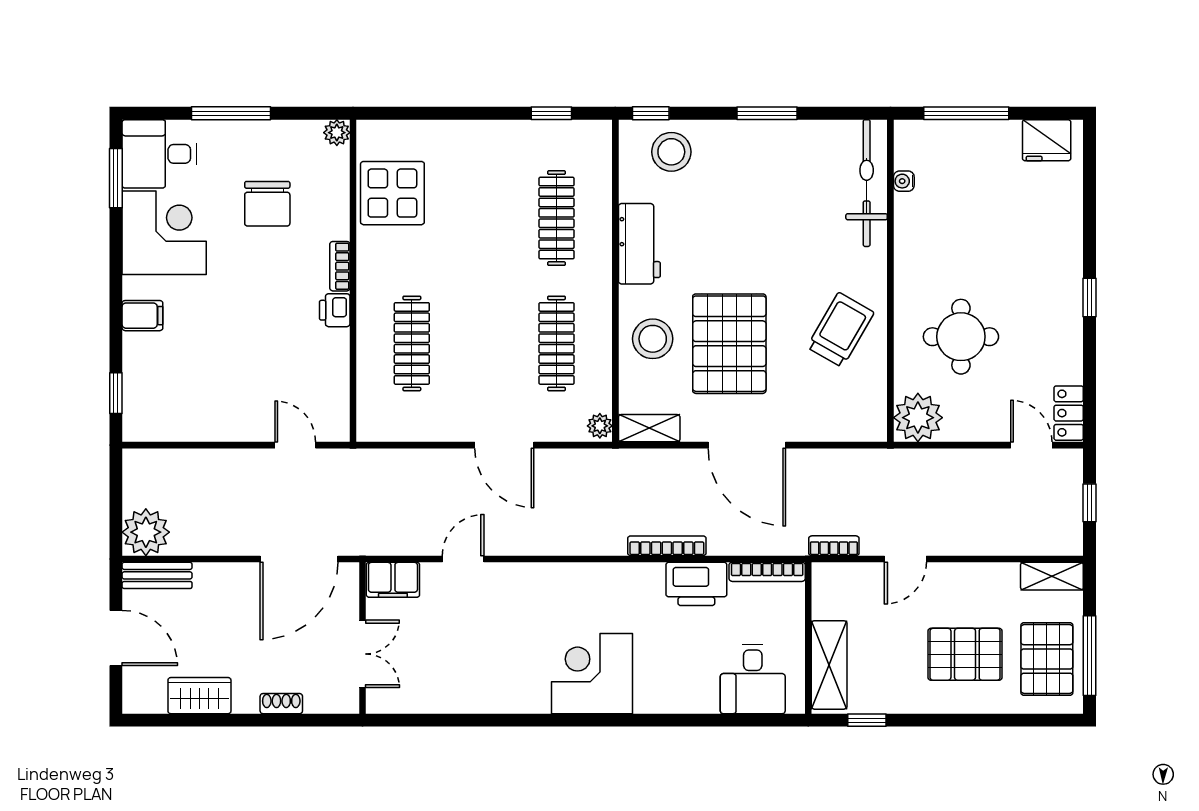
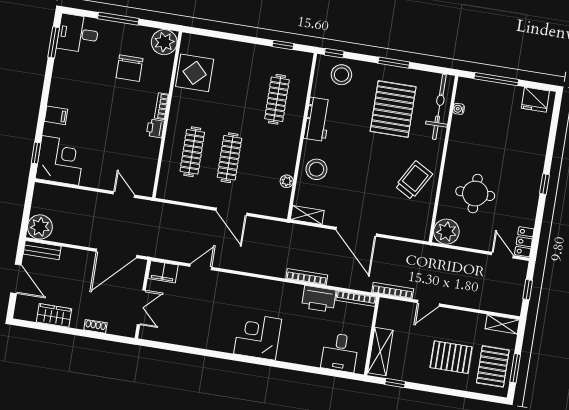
plant: (337, 133) -> (164, 42), width x1.88, depth x1.88
corner desk: (164, 233) -> (60, 161), moved
clothes rail: (557, 343) -> (229, 158), moved
pallet: (729, 344) -> (393, 109), moved
plant: (600, 426) -> (287, 181), moved
bookcase: (834, 546) -> (393, 291), width x1.56
window: (1090, 656) -> (515, 368), width x0.69

